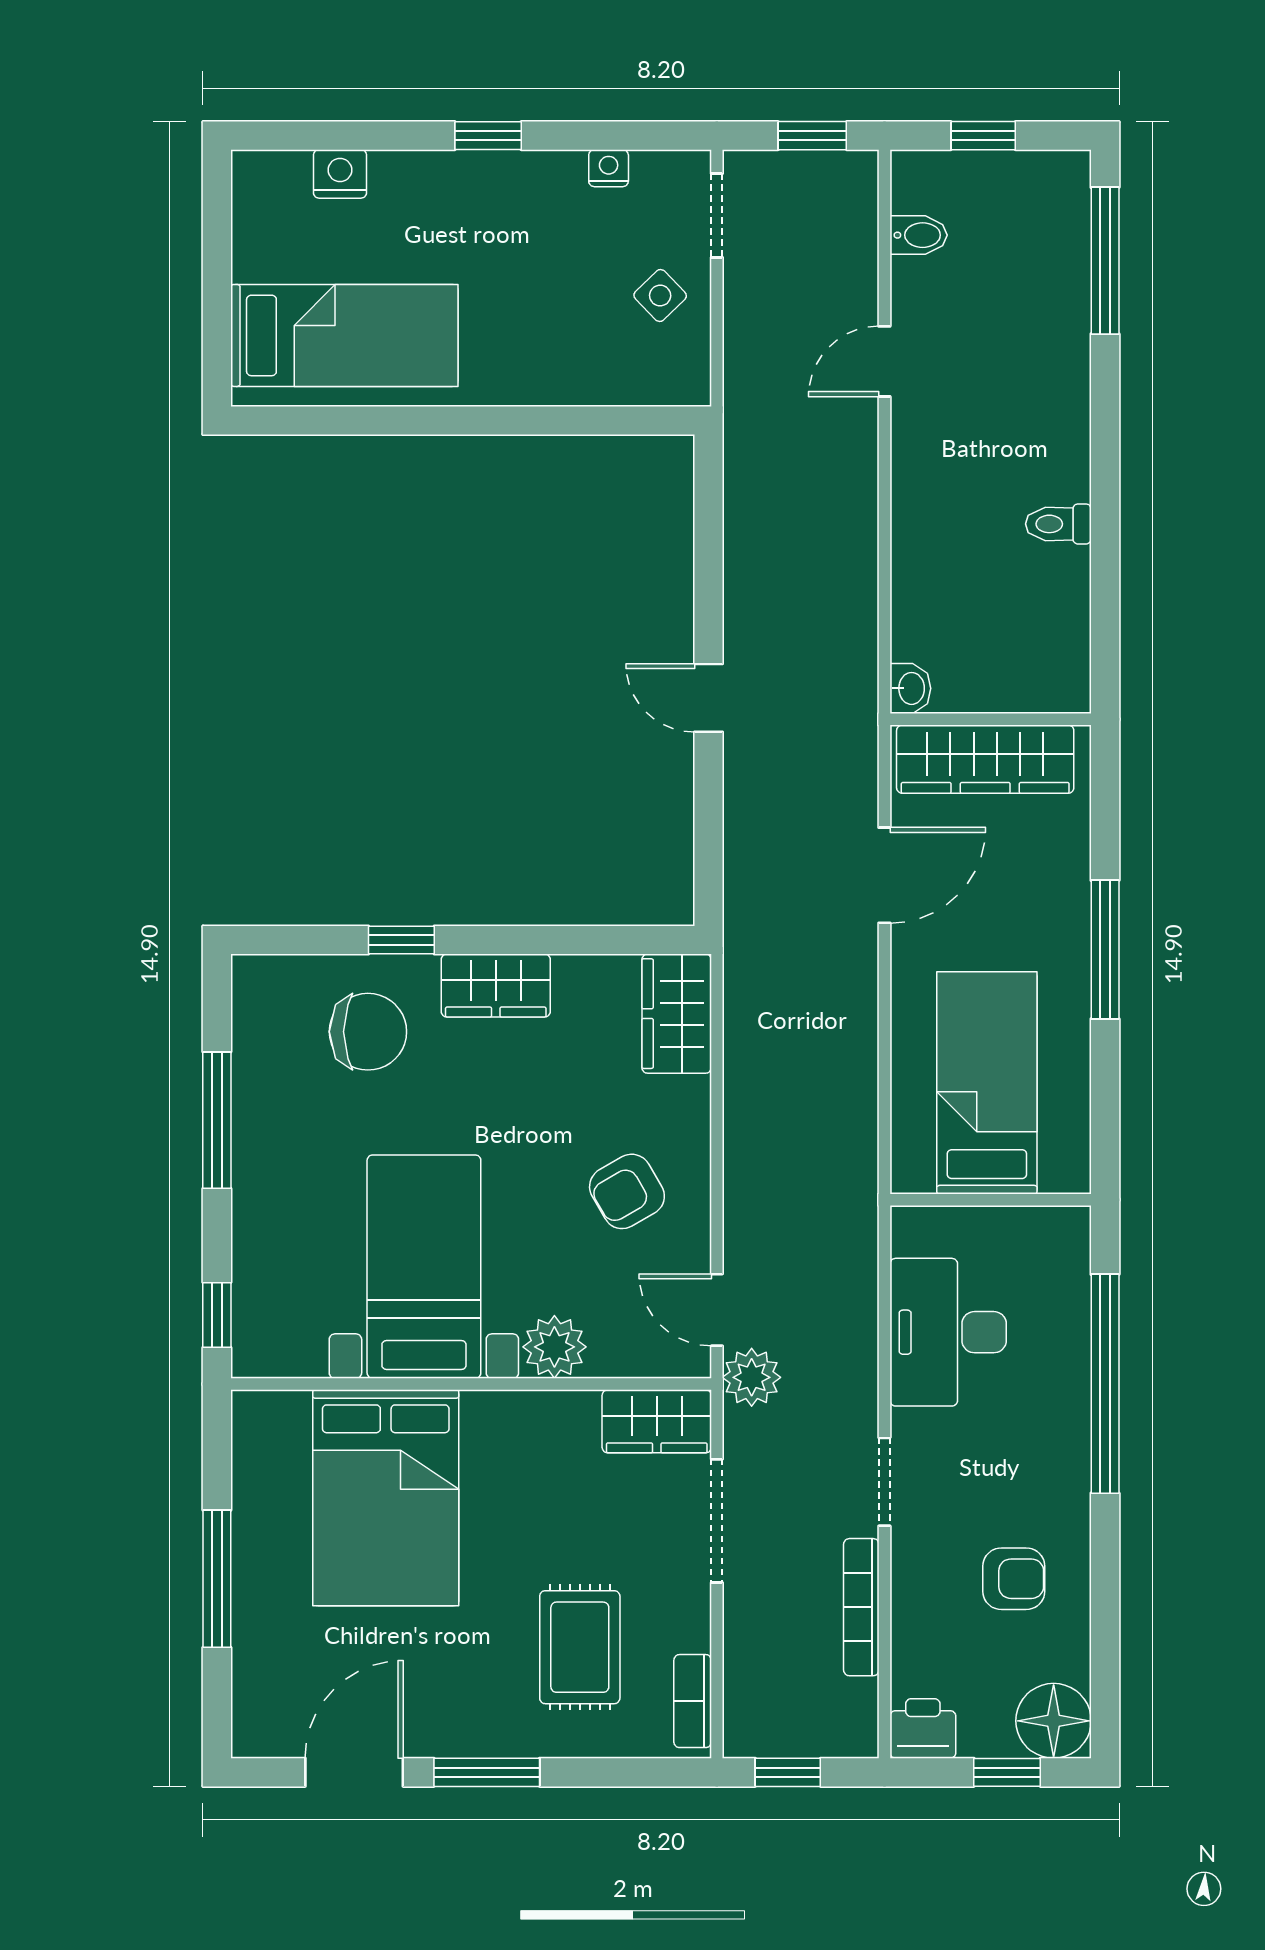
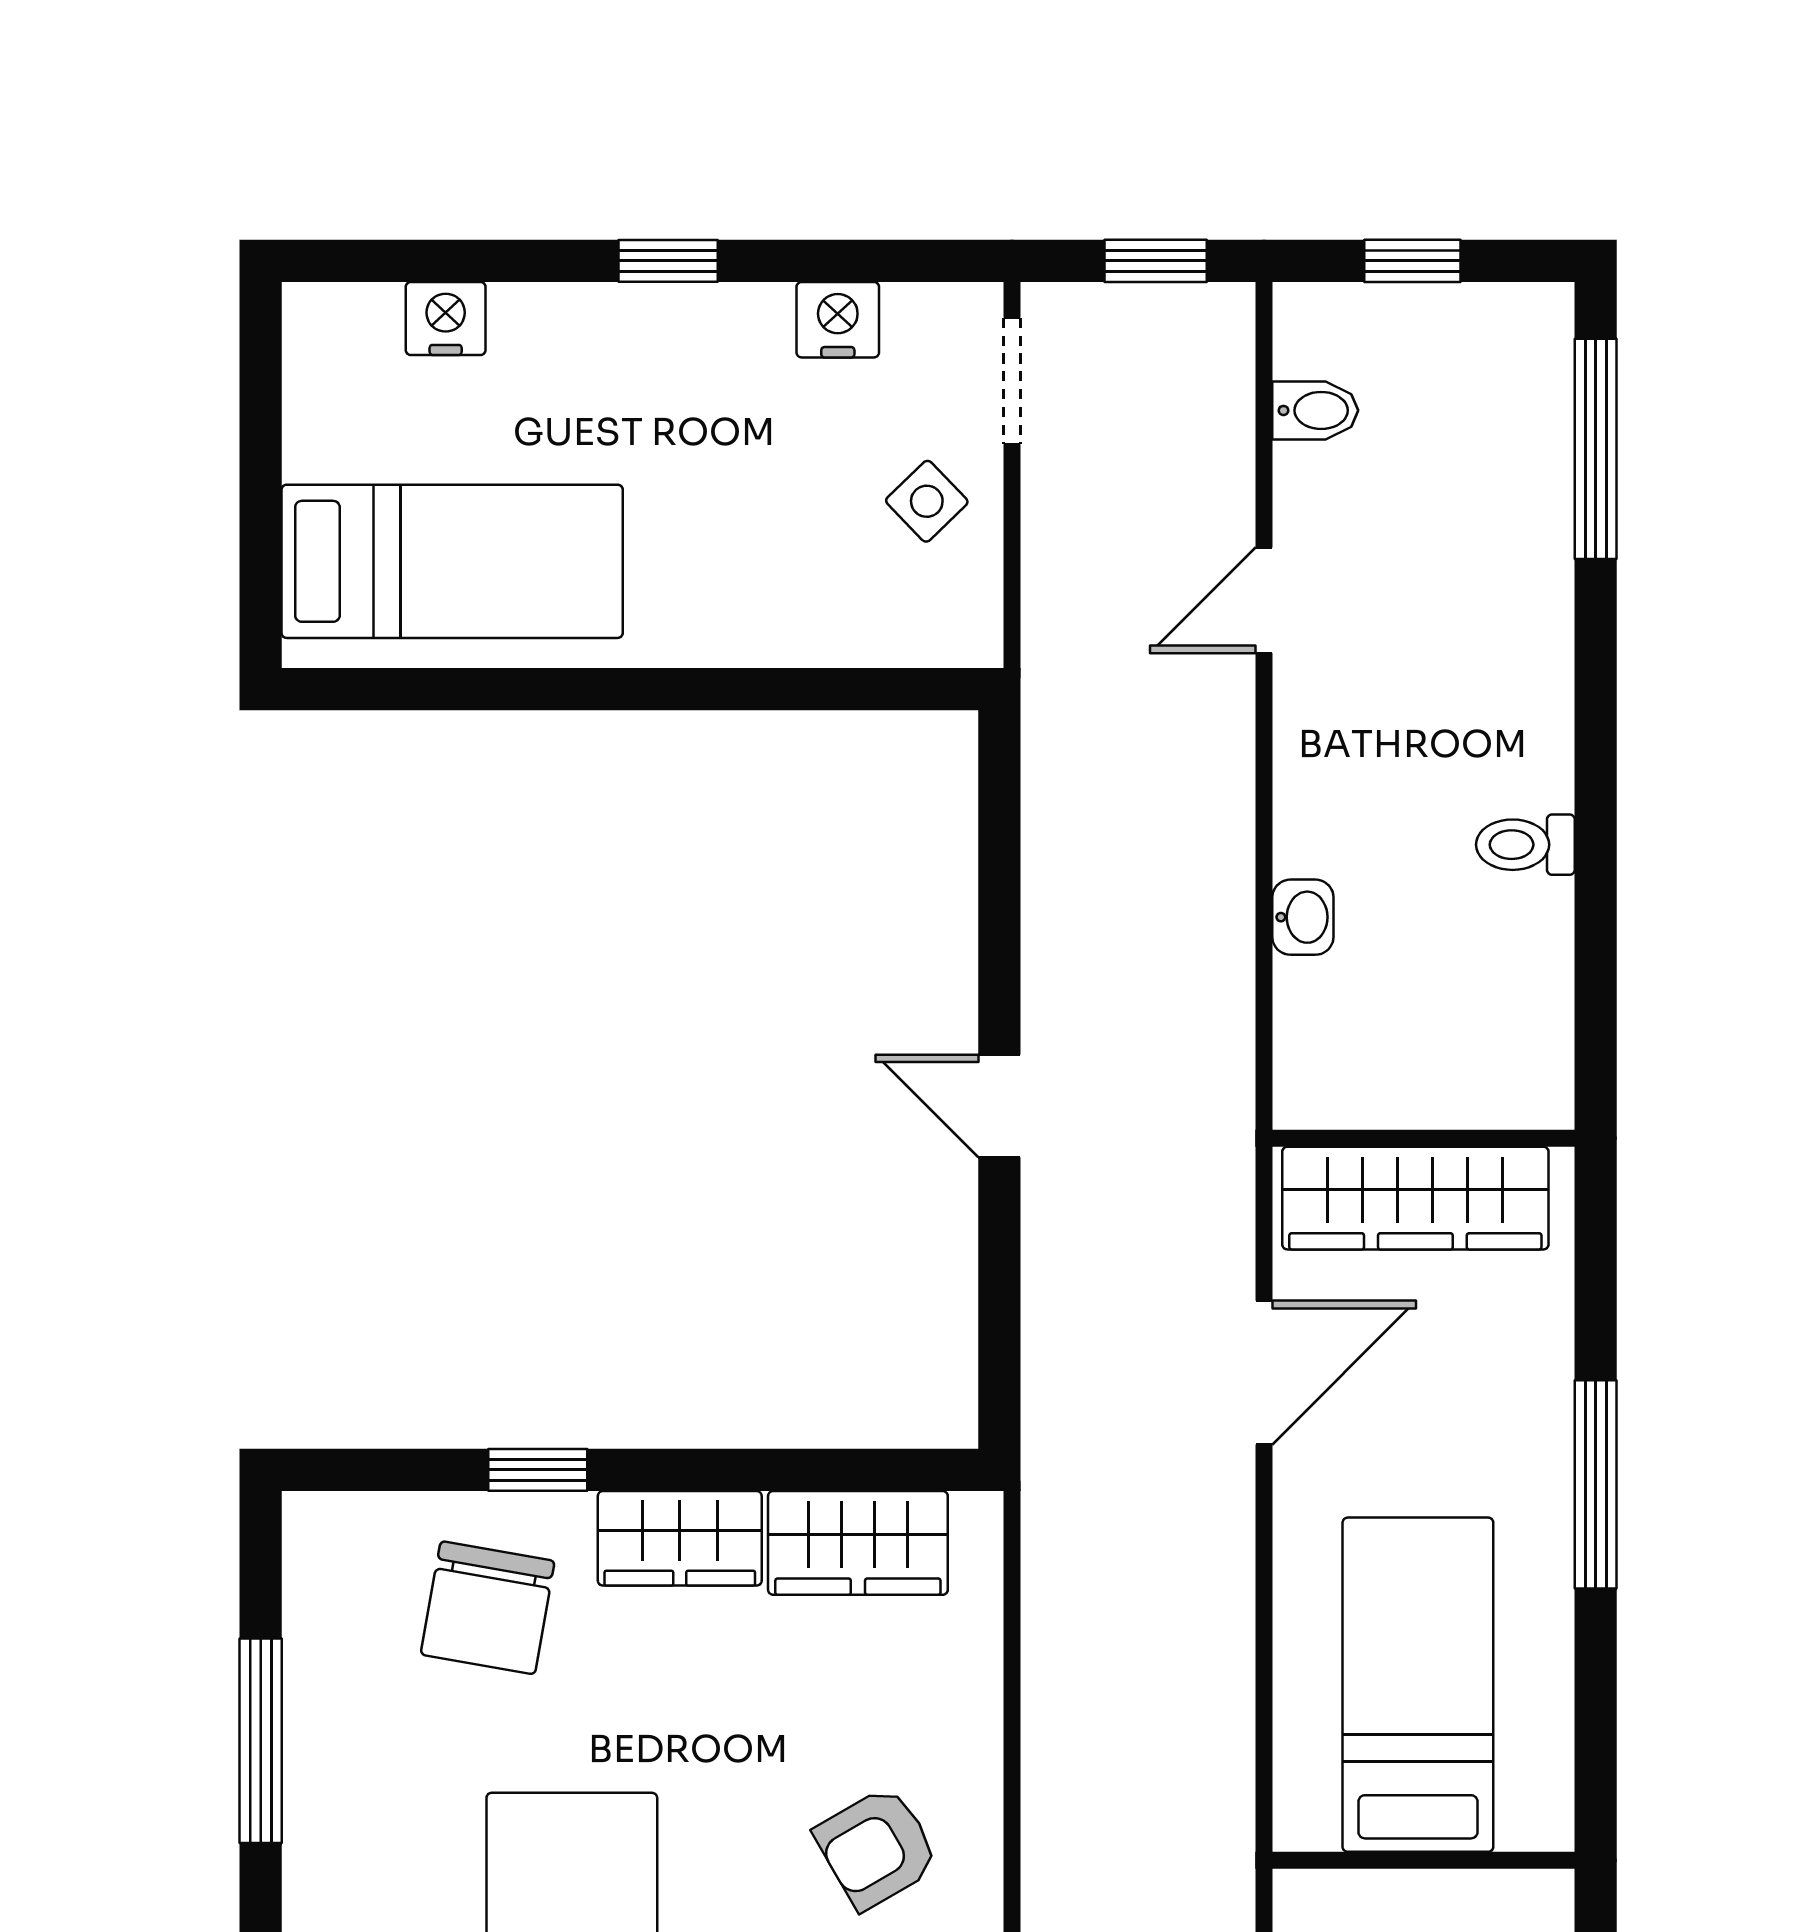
nightstand: (609, 168) -> (838, 320), width x1.39, depth x1.35
washbasin: (910, 688) -> (1303, 917), moved
wardrobe: (677, 1014) -> (858, 1543), moved, turned -90
chair: (368, 1032) -> (488, 1608), turned 100

